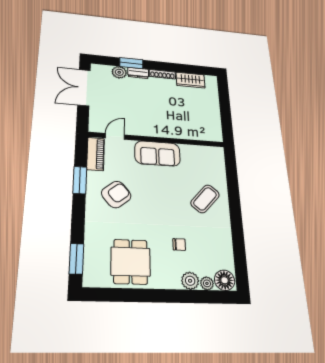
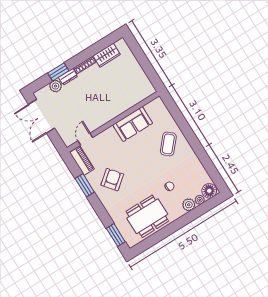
sofa: (158, 154) -> (133, 124), moved
dining table: (131, 262) -> (147, 216), width x1.38

